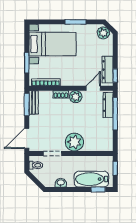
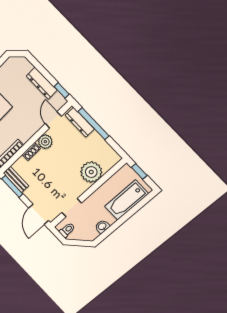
plant: (103, 33) -> (16, 64), removed
dresser: (108, 70) -> (42, 83), moved
plant: (74, 142) -> (91, 172), moved
window: (98, 190) -> (141, 204), removed

